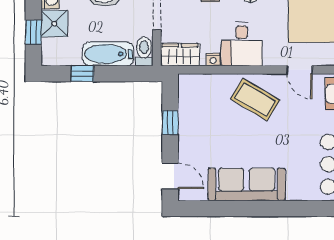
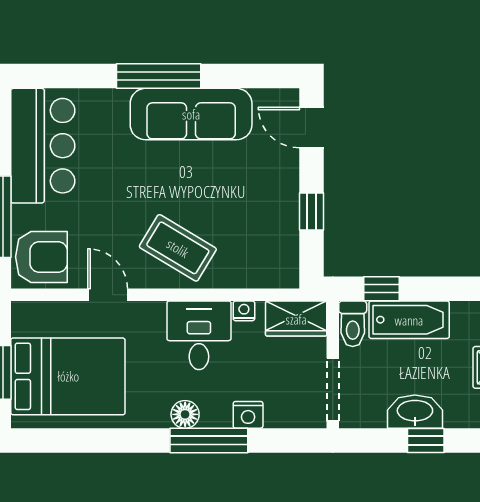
window: (82, 74) -> (381, 289), moved
window: (267, 209) -> (159, 76), added

